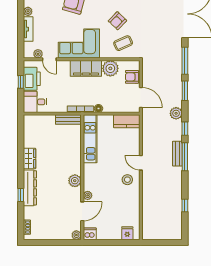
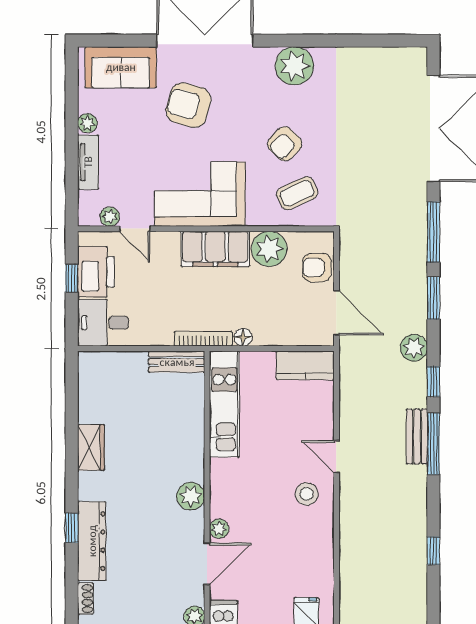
dresser: (30, 188) -> (92, 541), moved

